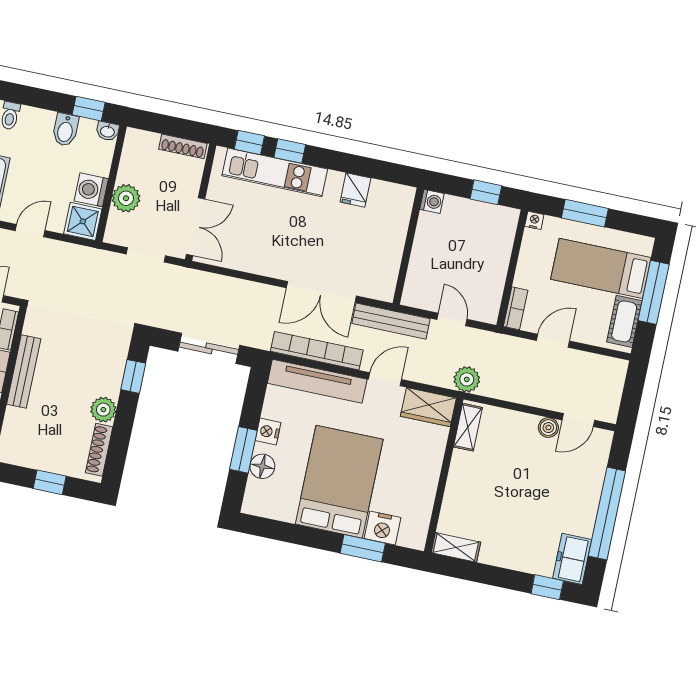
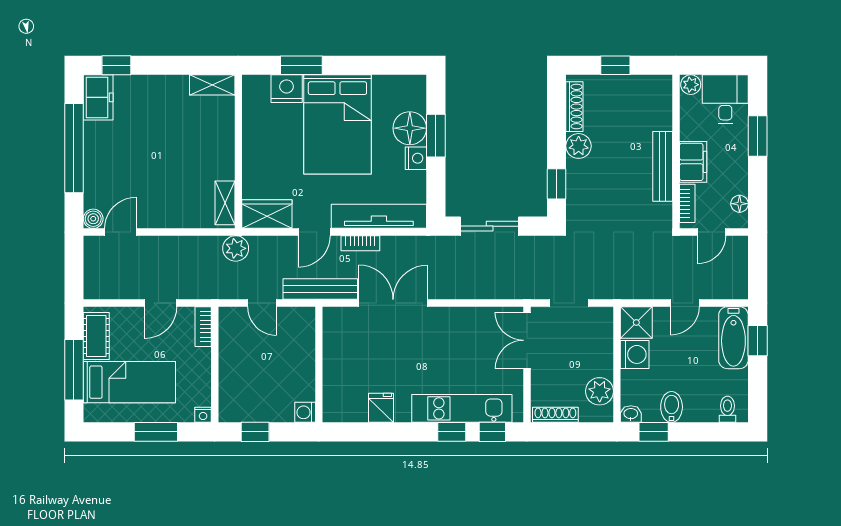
plant: (126, 198) -> (600, 391), moved
bookcase: (317, 351) -> (360, 243), width x0.43, depth x0.76
boiler: (548, 428) -> (93, 219), moved
floor lamp: (262, 466) -> (410, 128), width x1.38, depth x1.38

